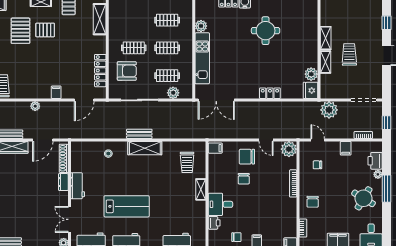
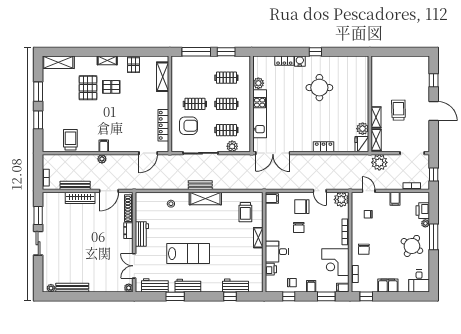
shelving: (326, 38) -> (376, 140), moved
filing cabinet: (56, 92) -> (104, 146), moved
corner desk: (282, 215) -> (335, 262), added

